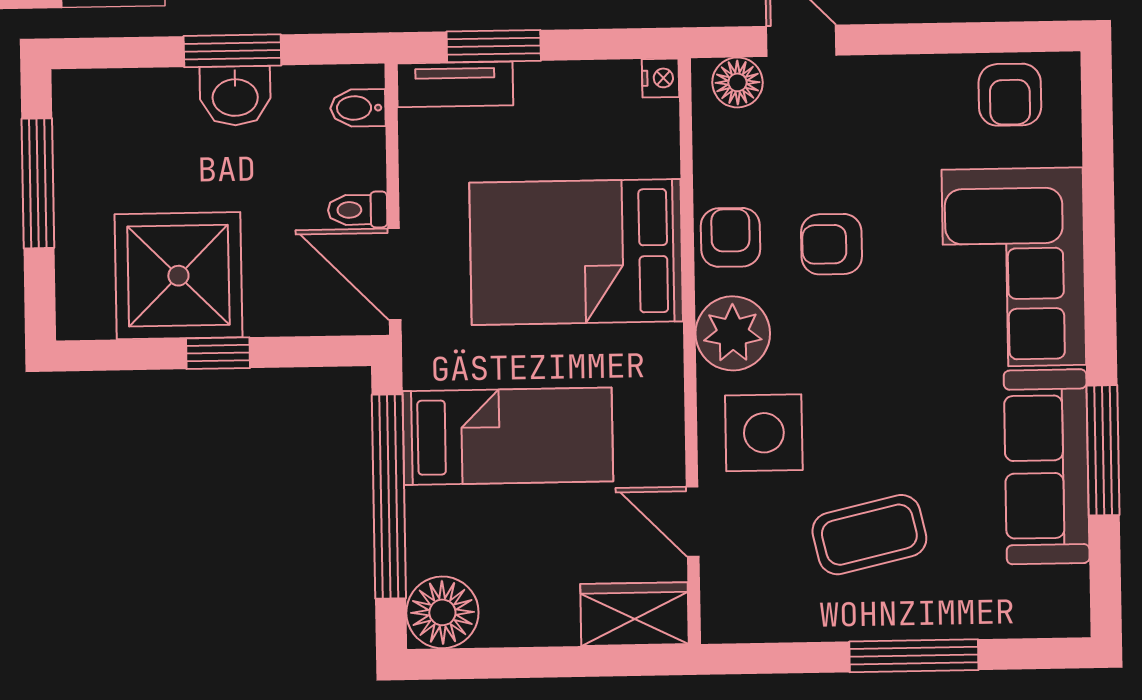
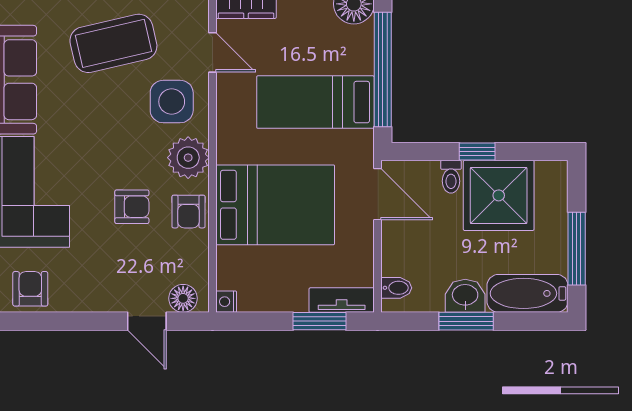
bathtub: (124, 102) -> (528, 293), added
toilet: (358, 210) -> (451, 177), moved, turned 90
coffee table: (869, 535) -> (113, 43), width x1.36, depth x1.32

